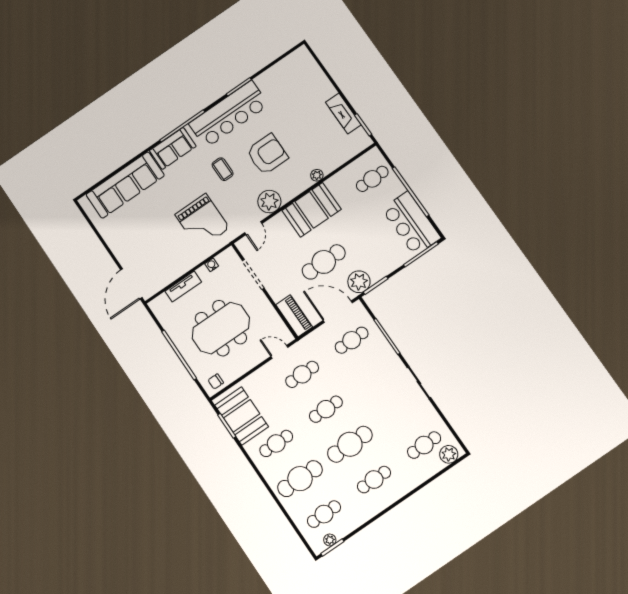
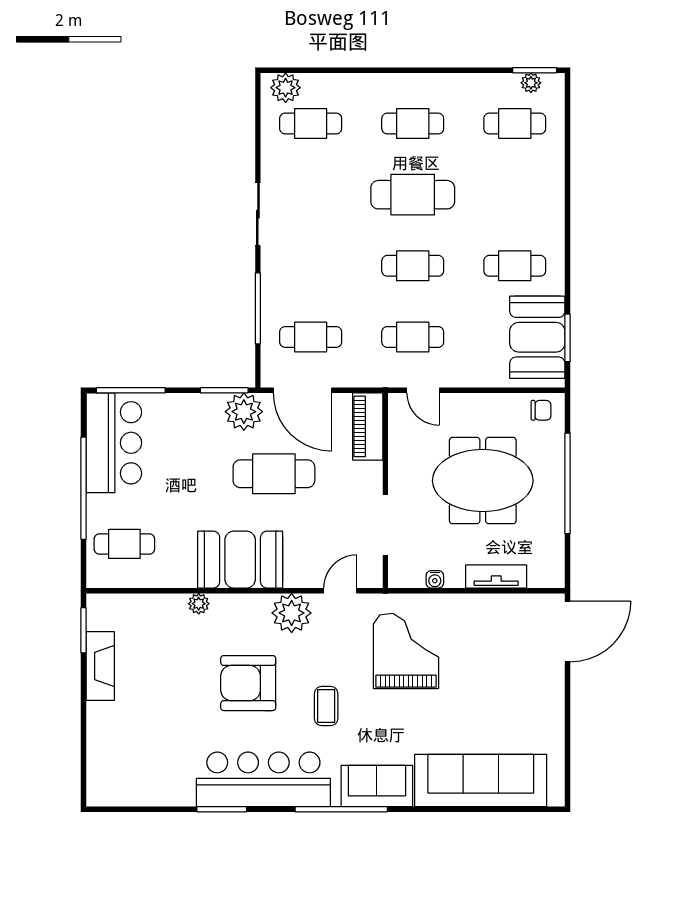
cafe table: (300, 479) -> (515, 195), removed

